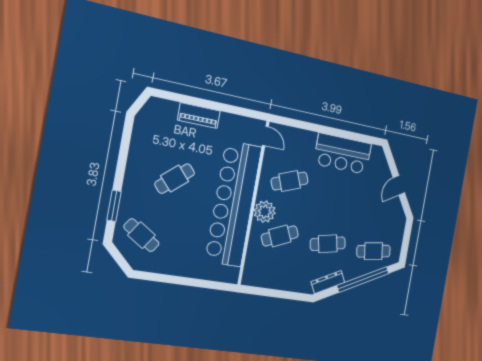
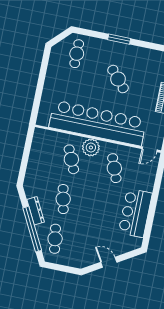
window: (114, 206) -> (119, 39), moved
cafe table: (141, 235) -> (77, 54), turned -34
dresser: (328, 282) -> (36, 211), moved

